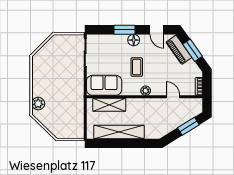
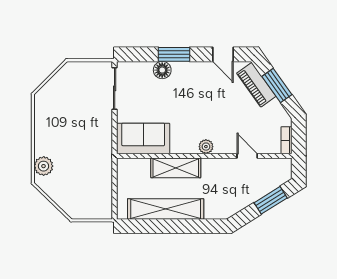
floor lamp: (134, 40) -> (162, 70), moved
coffee table: (137, 67) -> (192, 111), removed
shelving: (109, 105) -> (176, 168), moved

